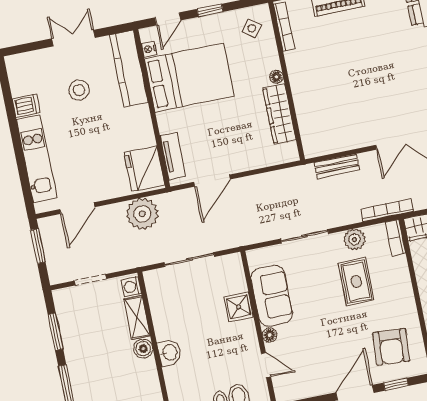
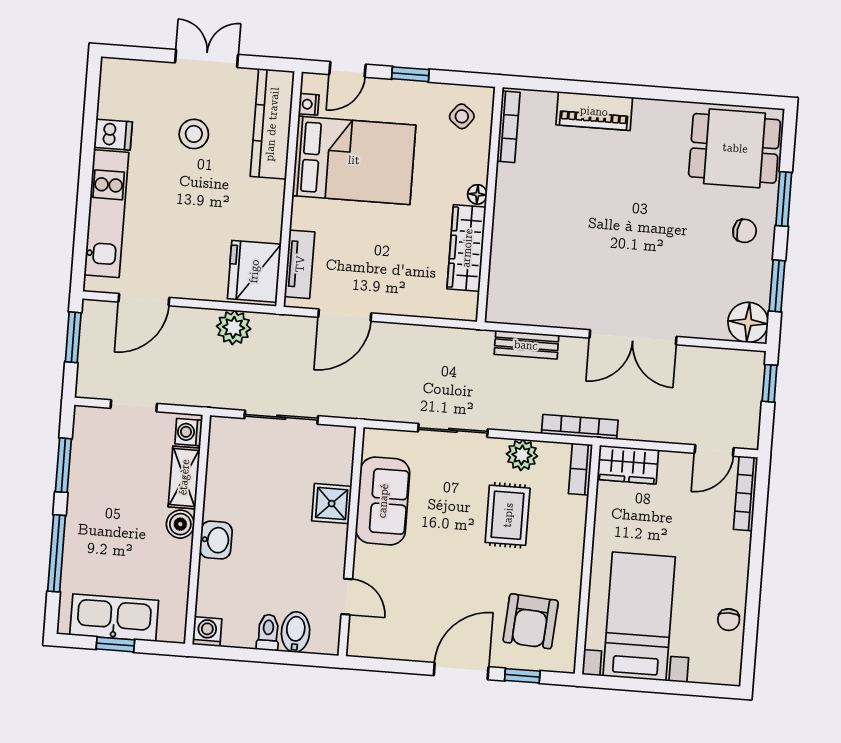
plant: (142, 214) -> (234, 327), width x0.73, depth x0.73
floor lamp: (270, 335) -> (364, 556), removed

